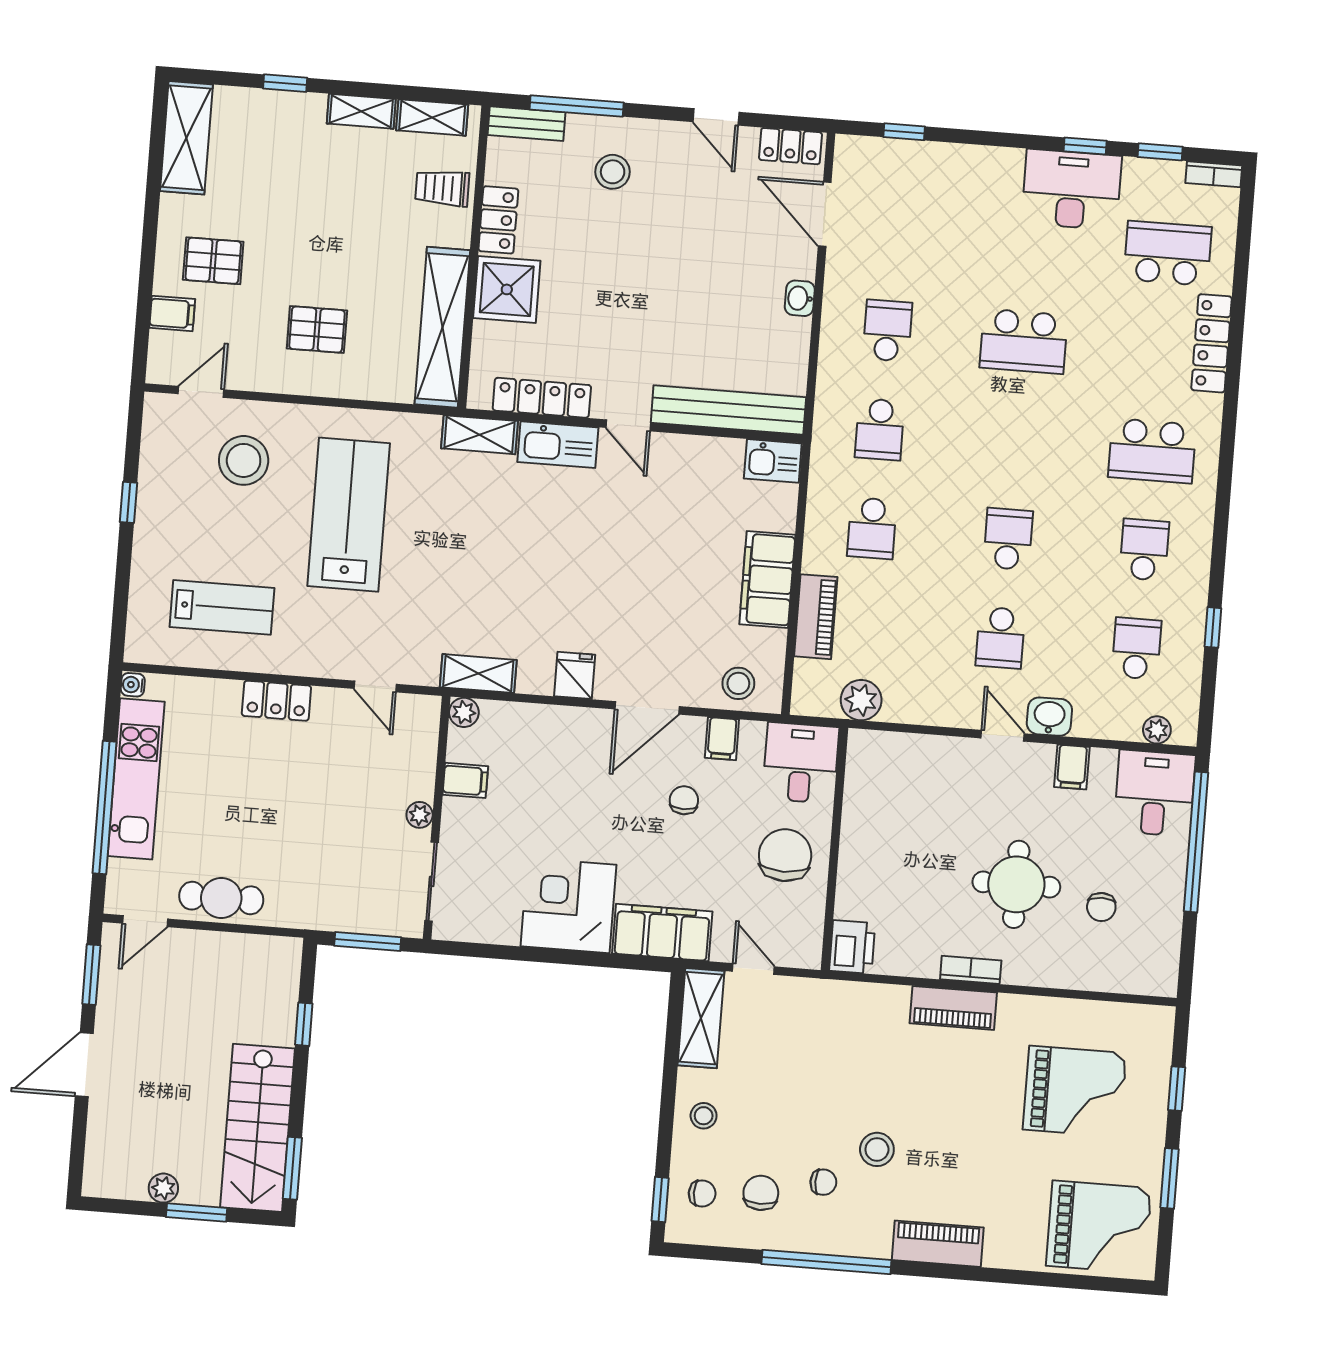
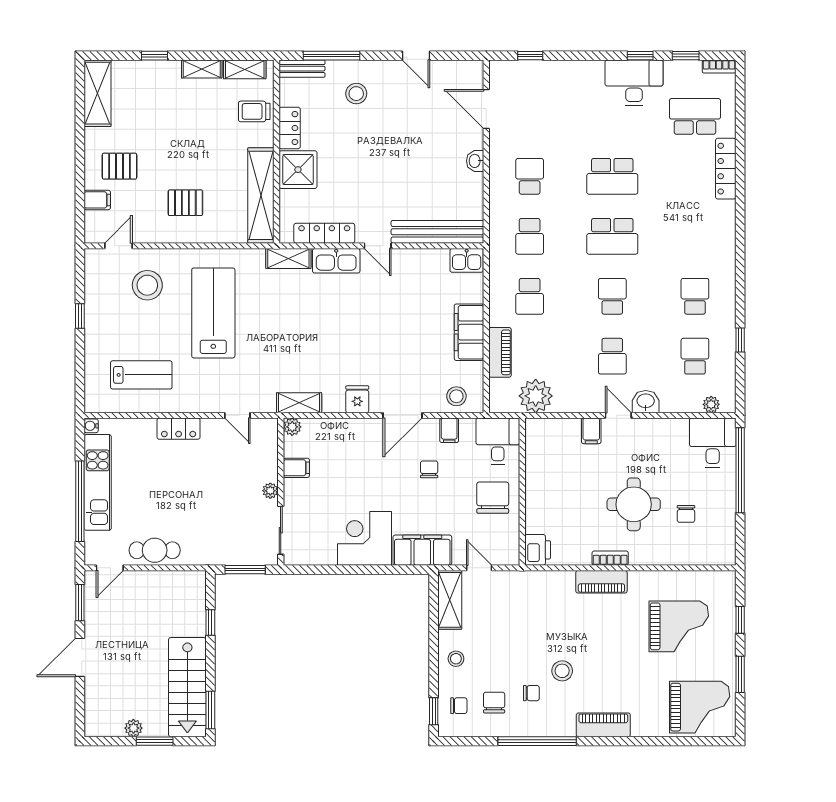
locker: (790, 146) -> (462, 70), removed
school desk: (1152, 451) -> (612, 236), moved
plant: (861, 700) -> (536, 396), width x1.36, depth x1.36
filing cabinet: (1072, 767) -> (591, 431), moved

